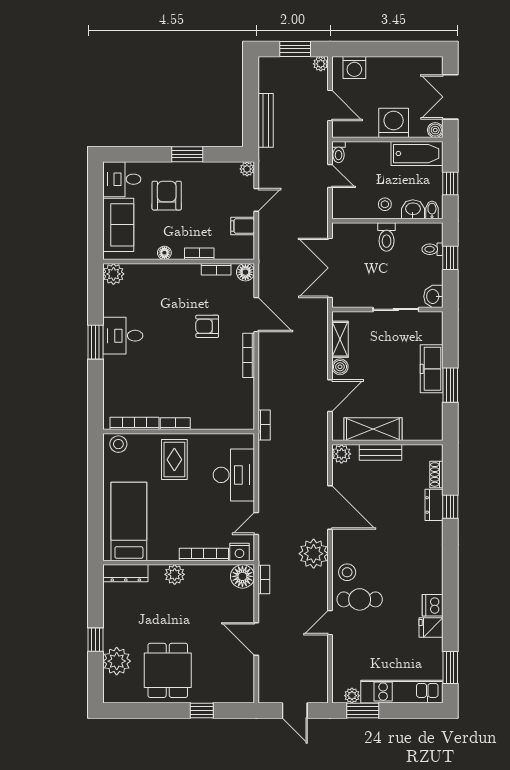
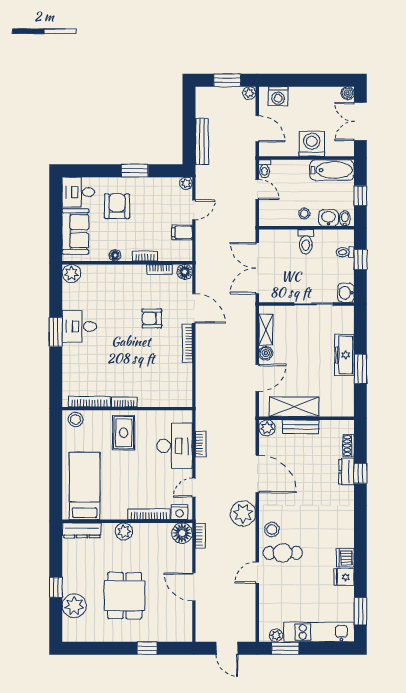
boiler: (435, 130) -> (348, 93), moved
bookcase: (264, 425) -> (201, 444), moved
dining table: (168, 670) -> (125, 596), moved

